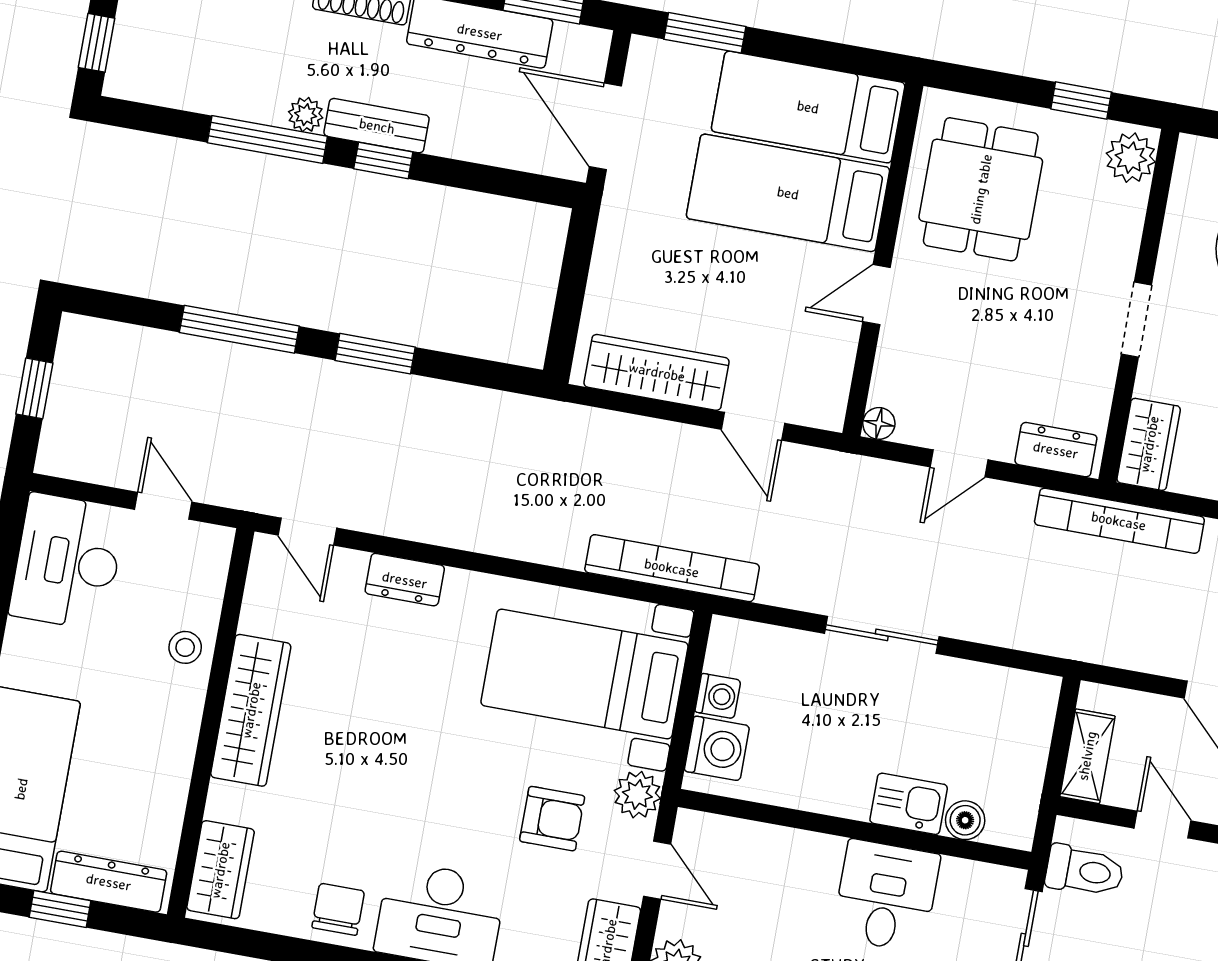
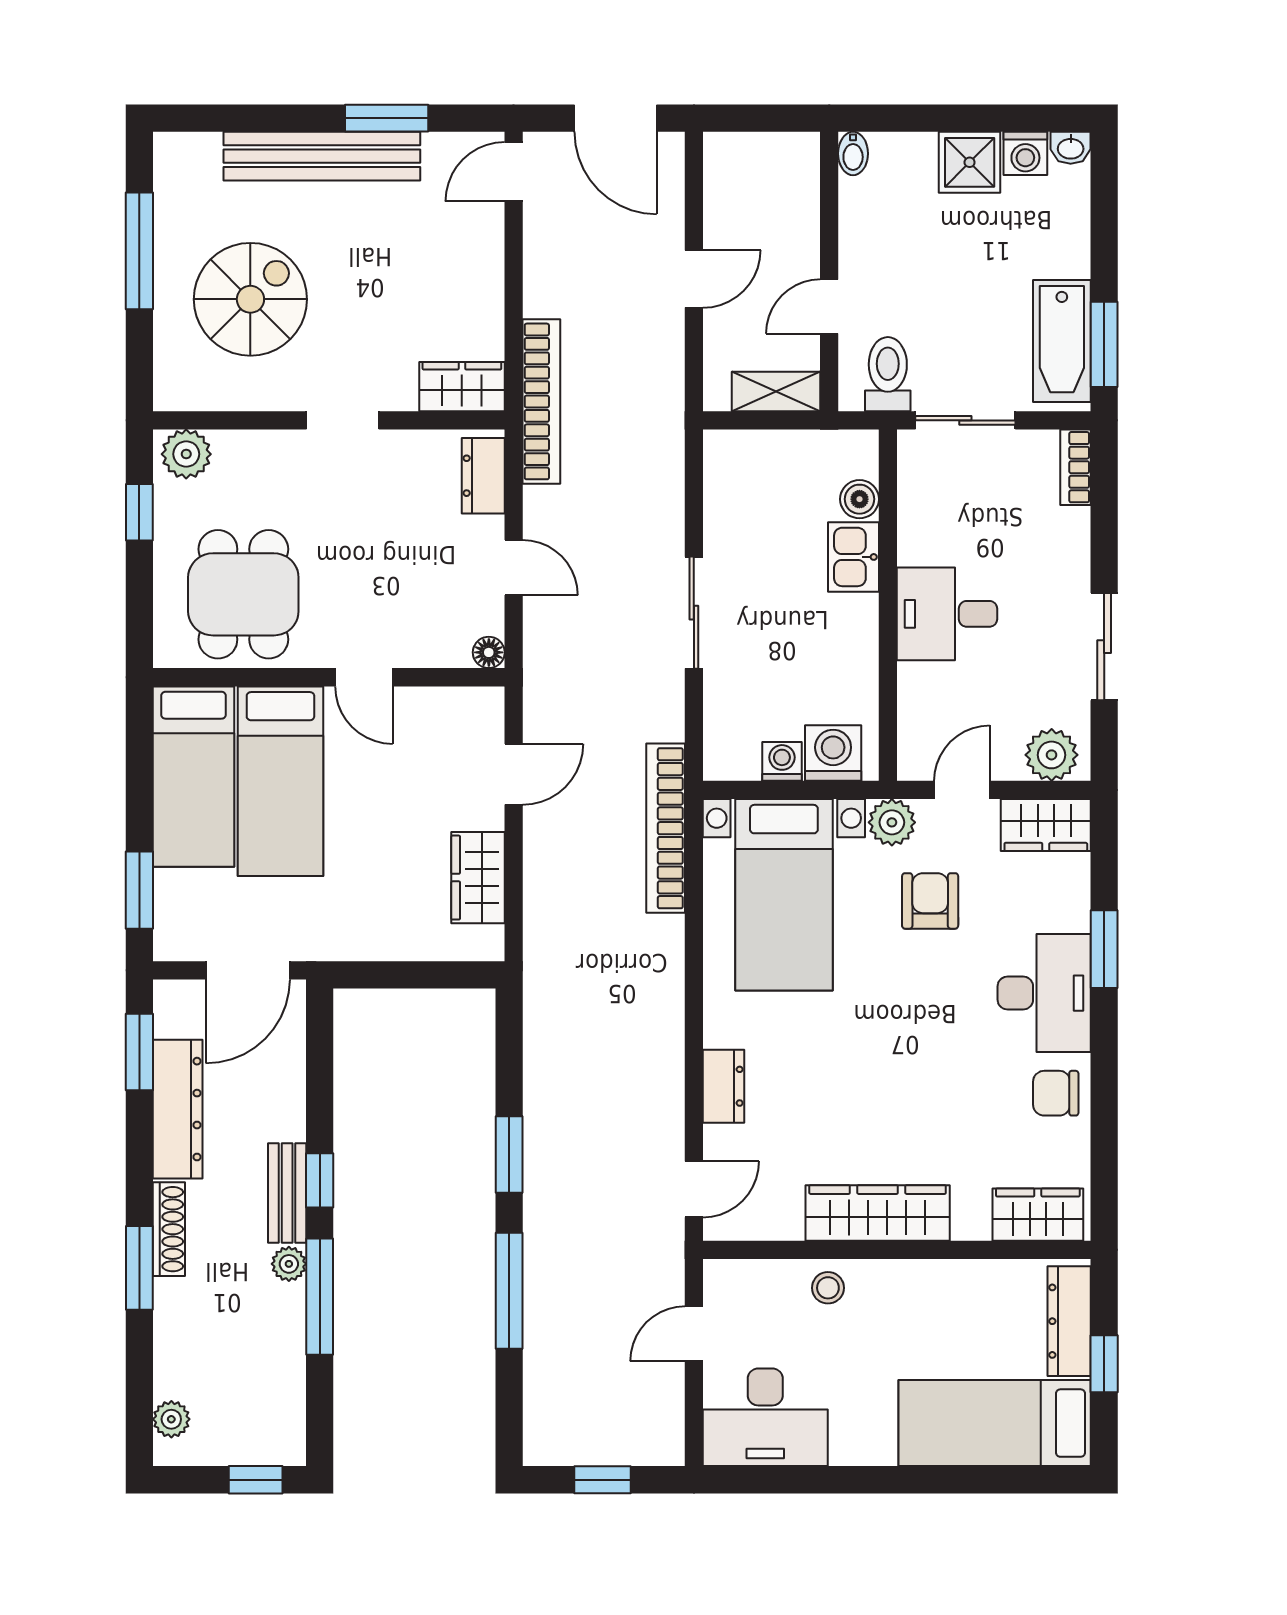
dining table: (981, 189) -> (243, 594), turned 90
wardrobe: (657, 372) -> (478, 878), width x0.67
desk: (886, 896) -> (947, 614), moved

